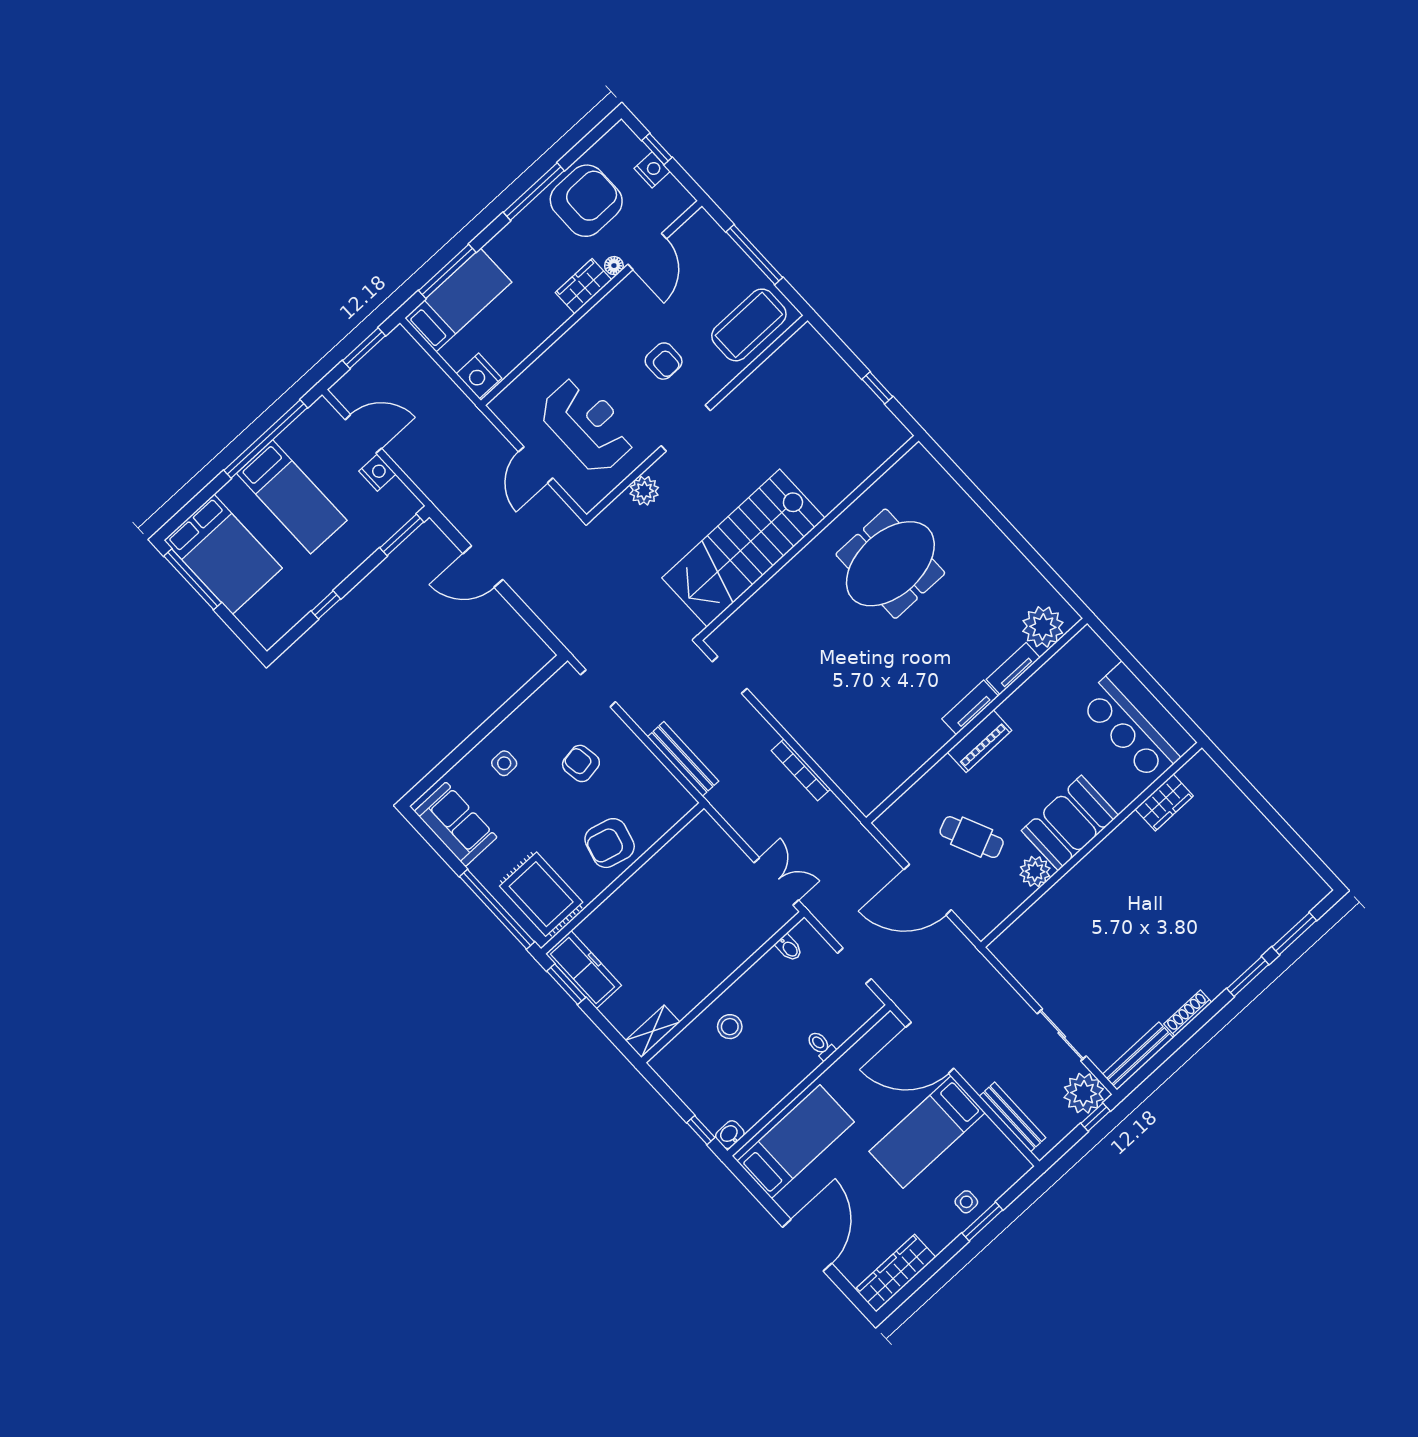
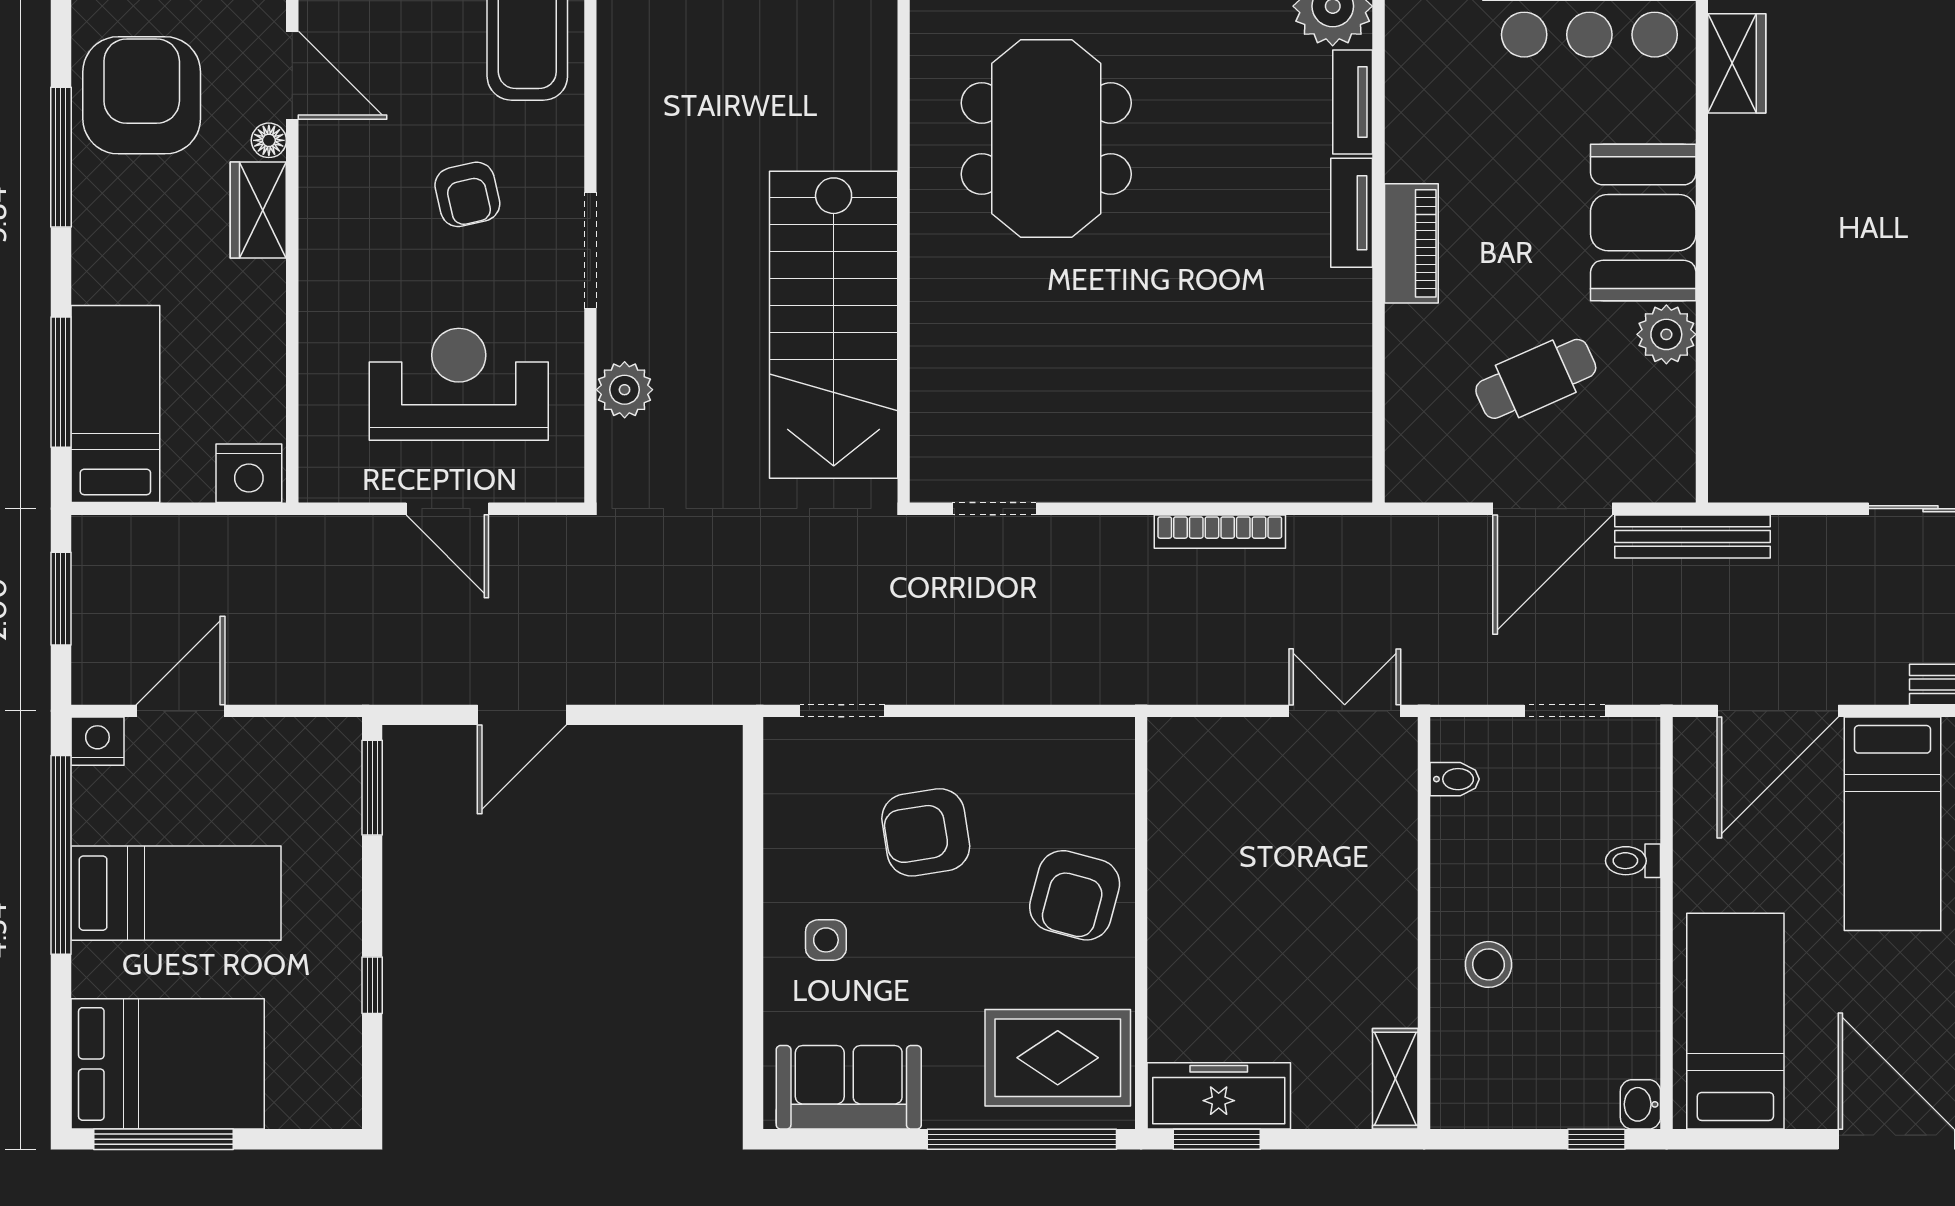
armchair: (664, 361) -> (467, 194), turned 77
nightstand: (377, 473) -> (97, 741), moved
bench: (683, 759) -> (1693, 537), moved
armchair: (581, 763) -> (926, 832), width x1.38, depth x1.38

